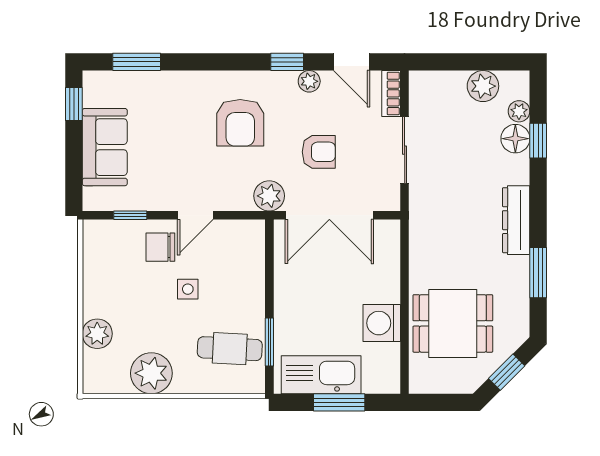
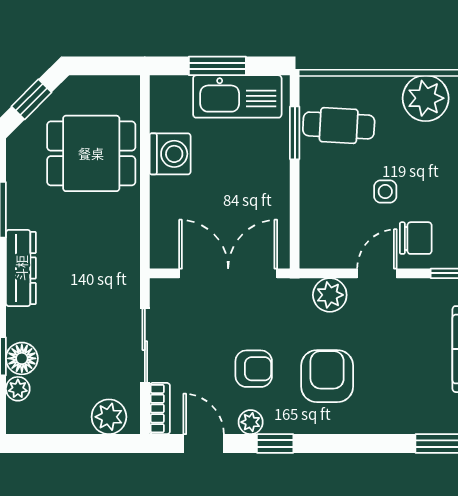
plant: (483, 86) -> (109, 417), moved
armchair: (319, 152) -> (254, 369), moved, turned 180
plant: (269, 196) -> (330, 295), moved

